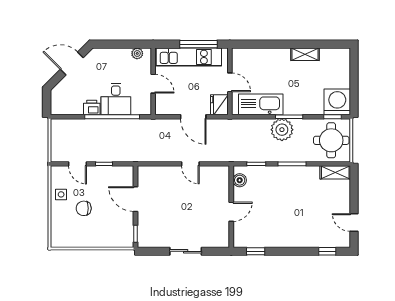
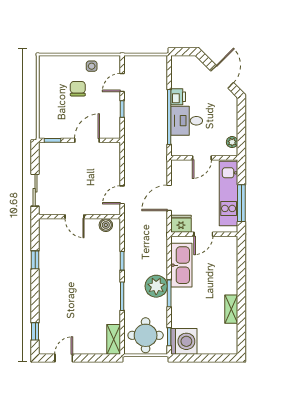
boiler: (240, 180) -> (106, 225), moved
wall: (231, 207) -> (79, 217), moved
door: (231, 212) -> (74, 217), moved

